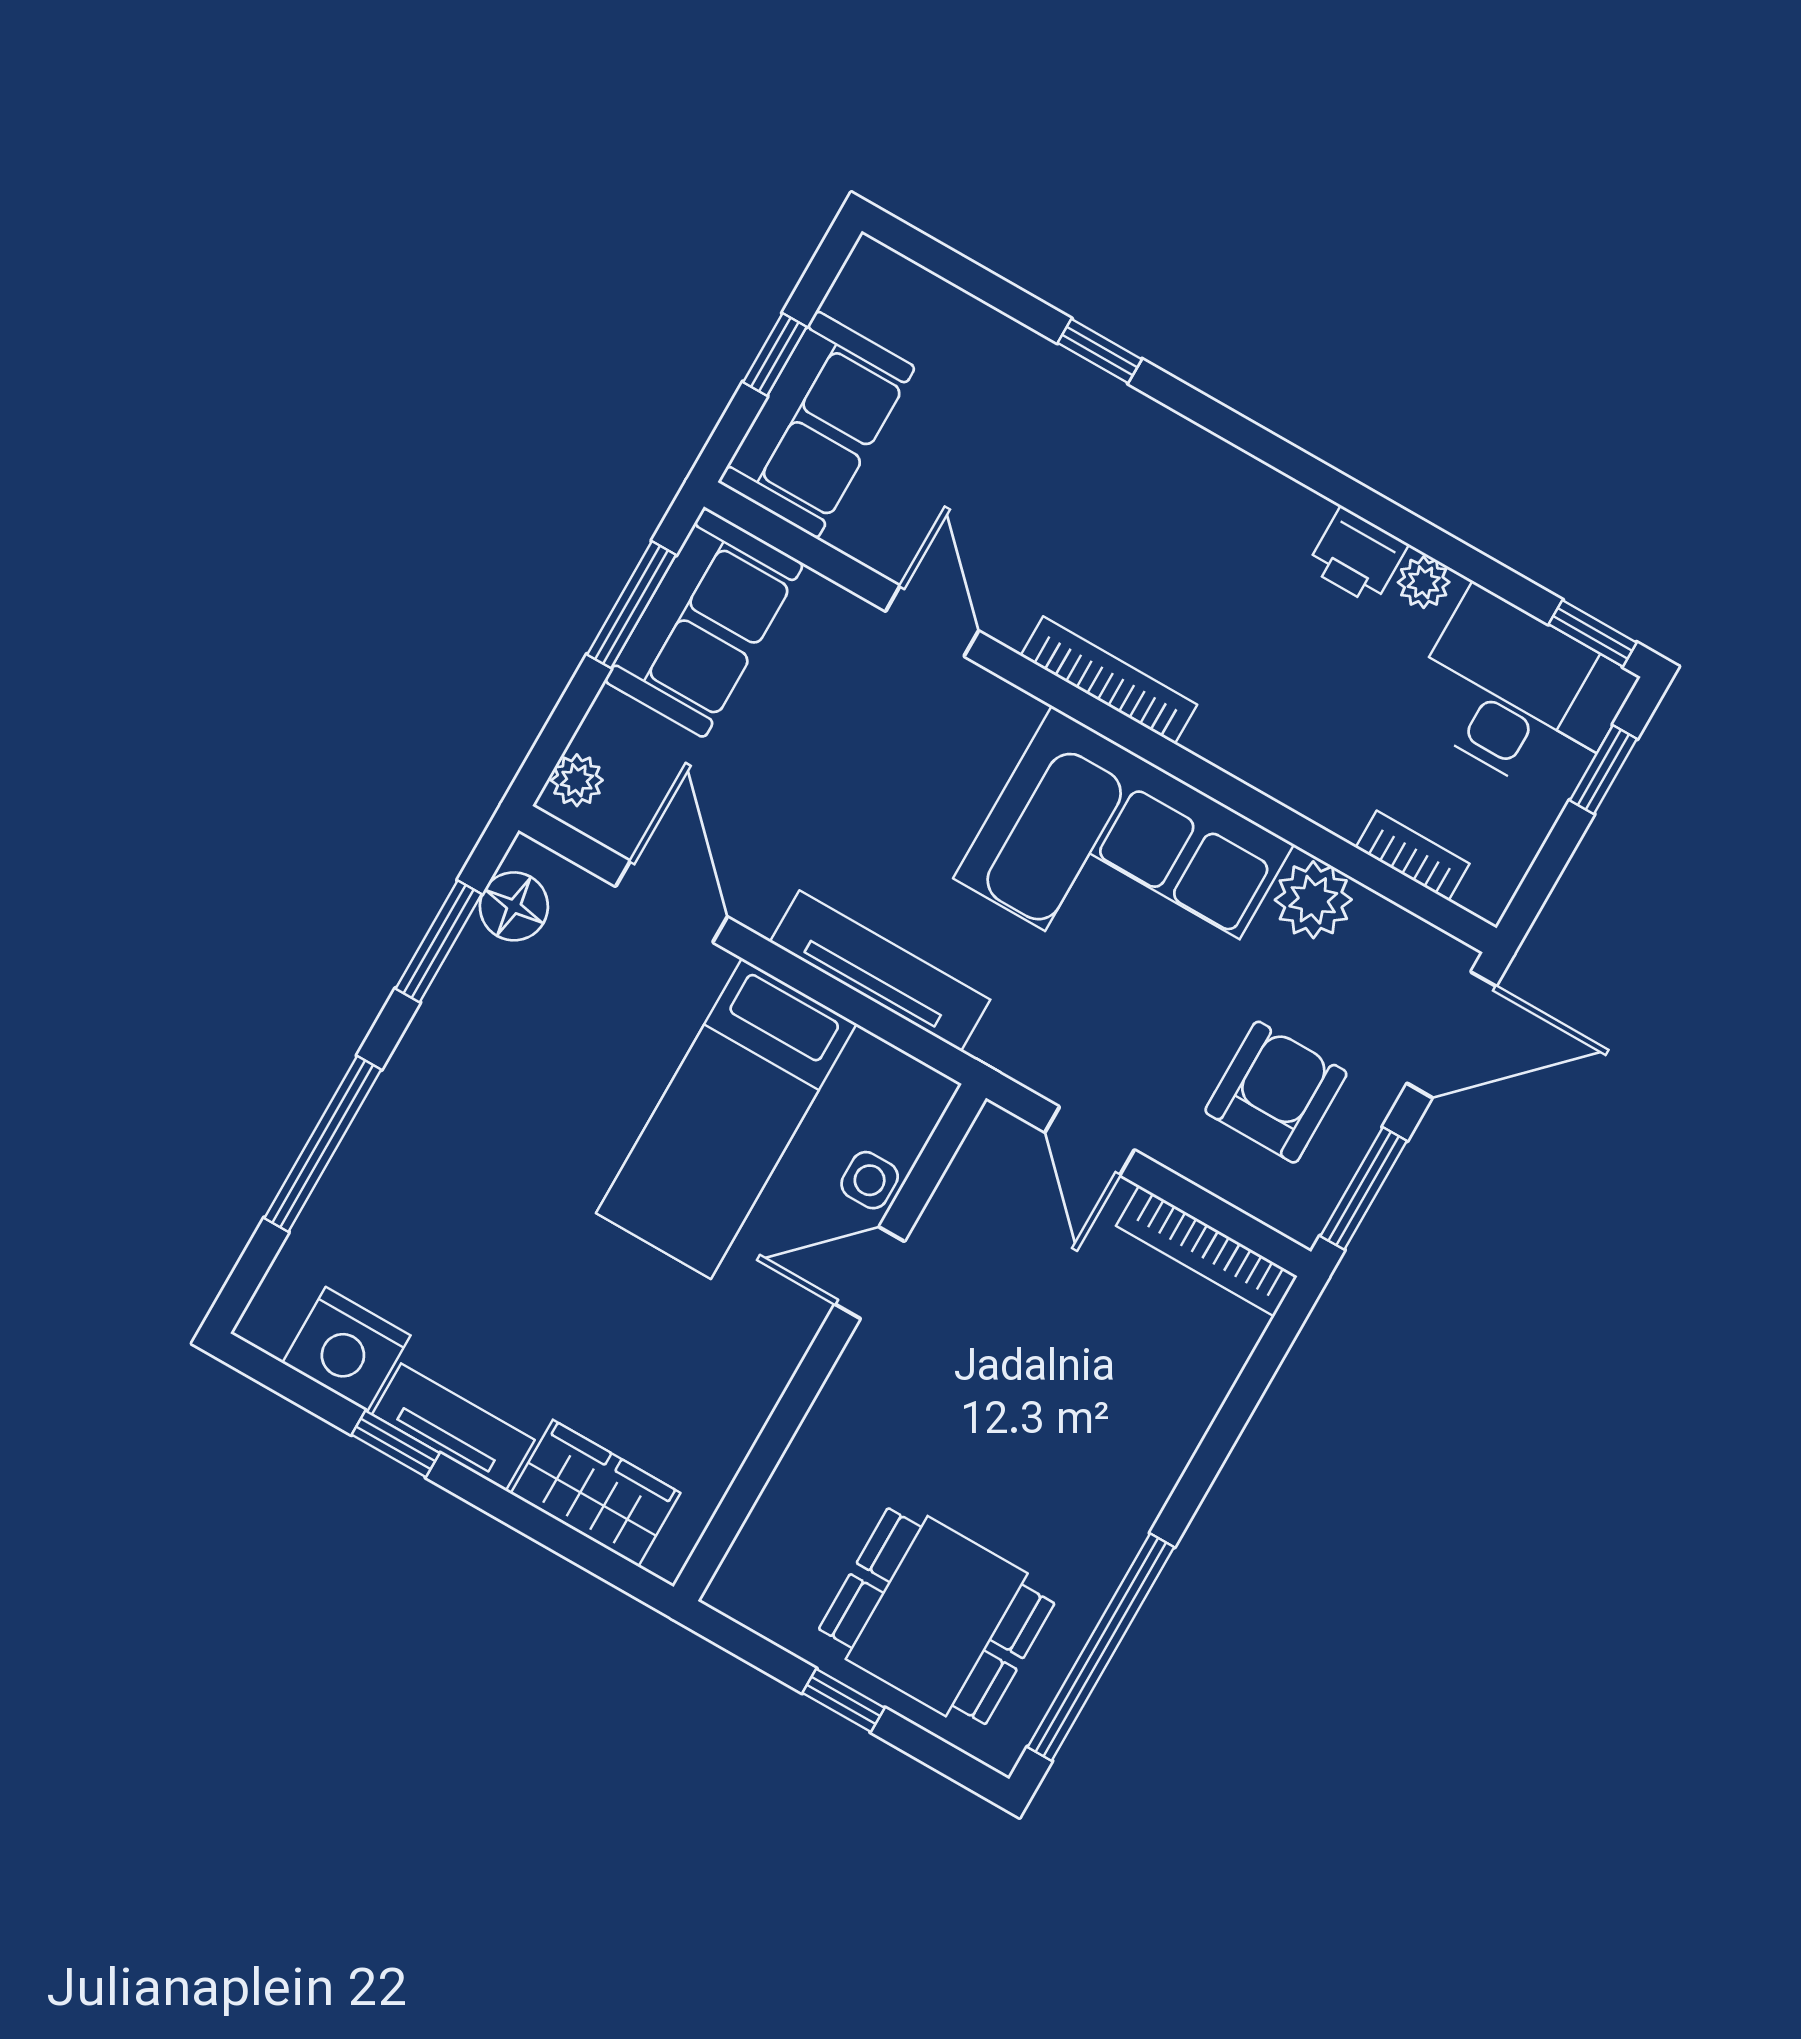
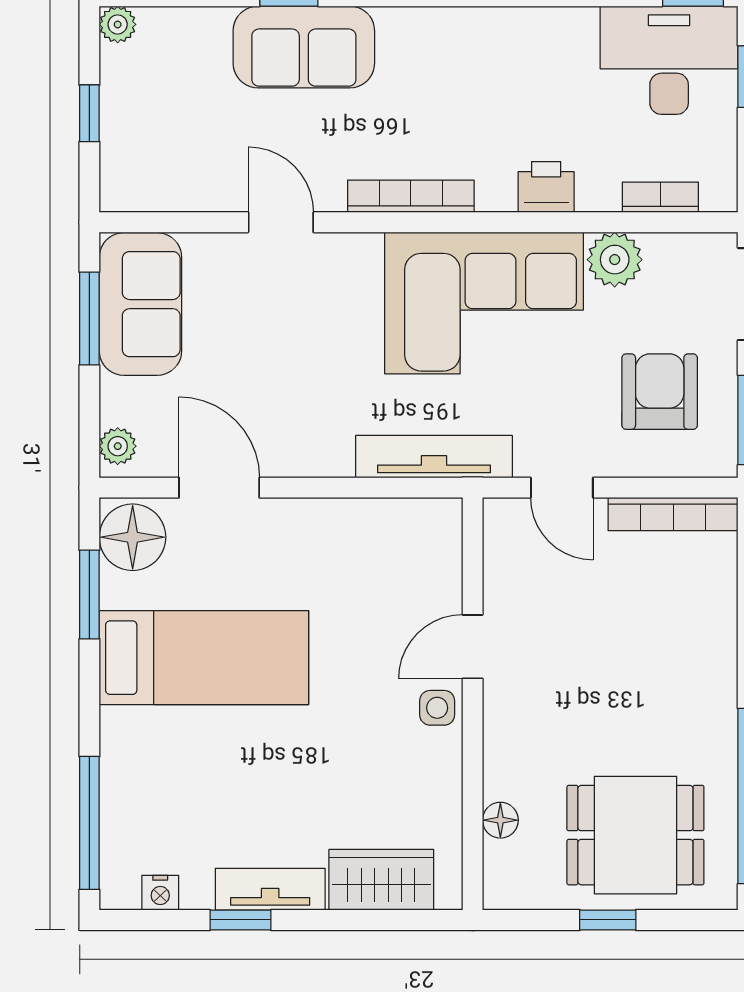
sofa: (817, 425) -> (304, 47), moved, turned 90
printer: (1357, 556) -> (546, 187), moved, turned 180
plant: (1424, 582) -> (118, 24), moved
floor lamp: (514, 906) -> (133, 537), width x1.38, depth x1.38
tv unit: (880, 971) -> (434, 457), moved
bed: (726, 1118) -> (204, 658), moved, turned -90
window: (323, 1144) -> (89, 823), moved
side table: (870, 1180) -> (437, 708), moved
nightstand: (346, 1349) -> (160, 893), width x0.53, depth x0.56
floor lamp: (782, 1504) -> (500, 820), added

